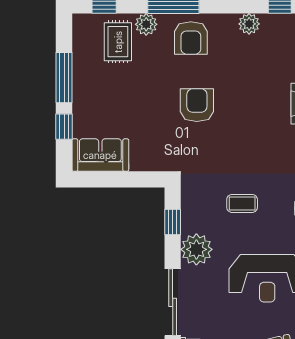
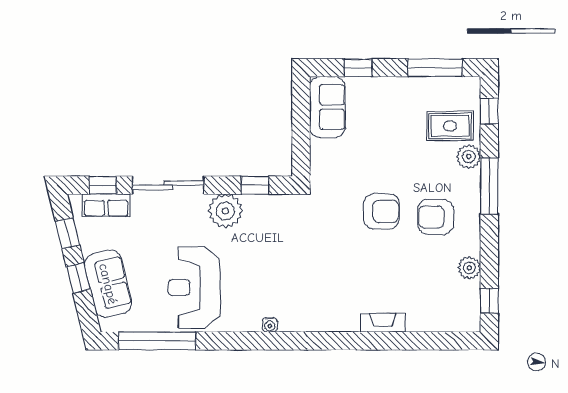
armchair: (191, 38) -> (435, 217), moved
window: (64, 78) -> (435, 68), moved
coffee table: (242, 203) -> (275, 260), removed

